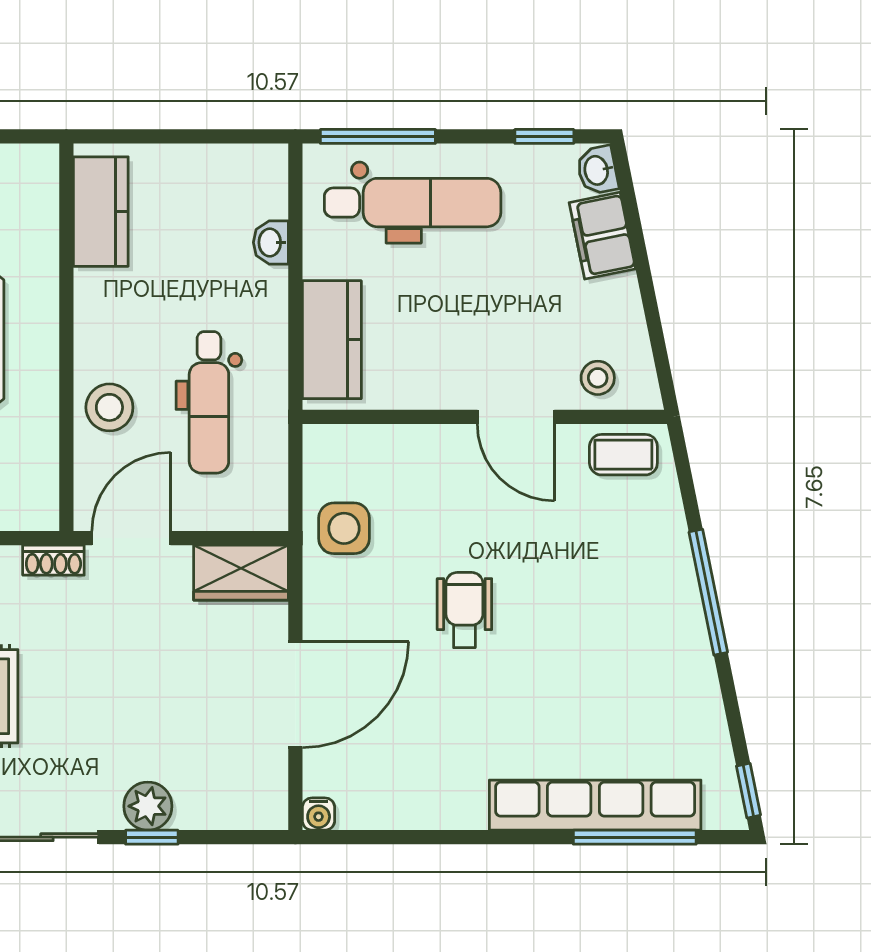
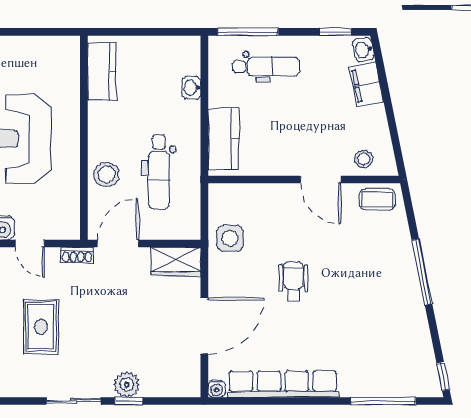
dental chair: (413, 203) -> (266, 67), width x0.73, depth x0.72
row of seats: (595, 805) -> (283, 384), moved

